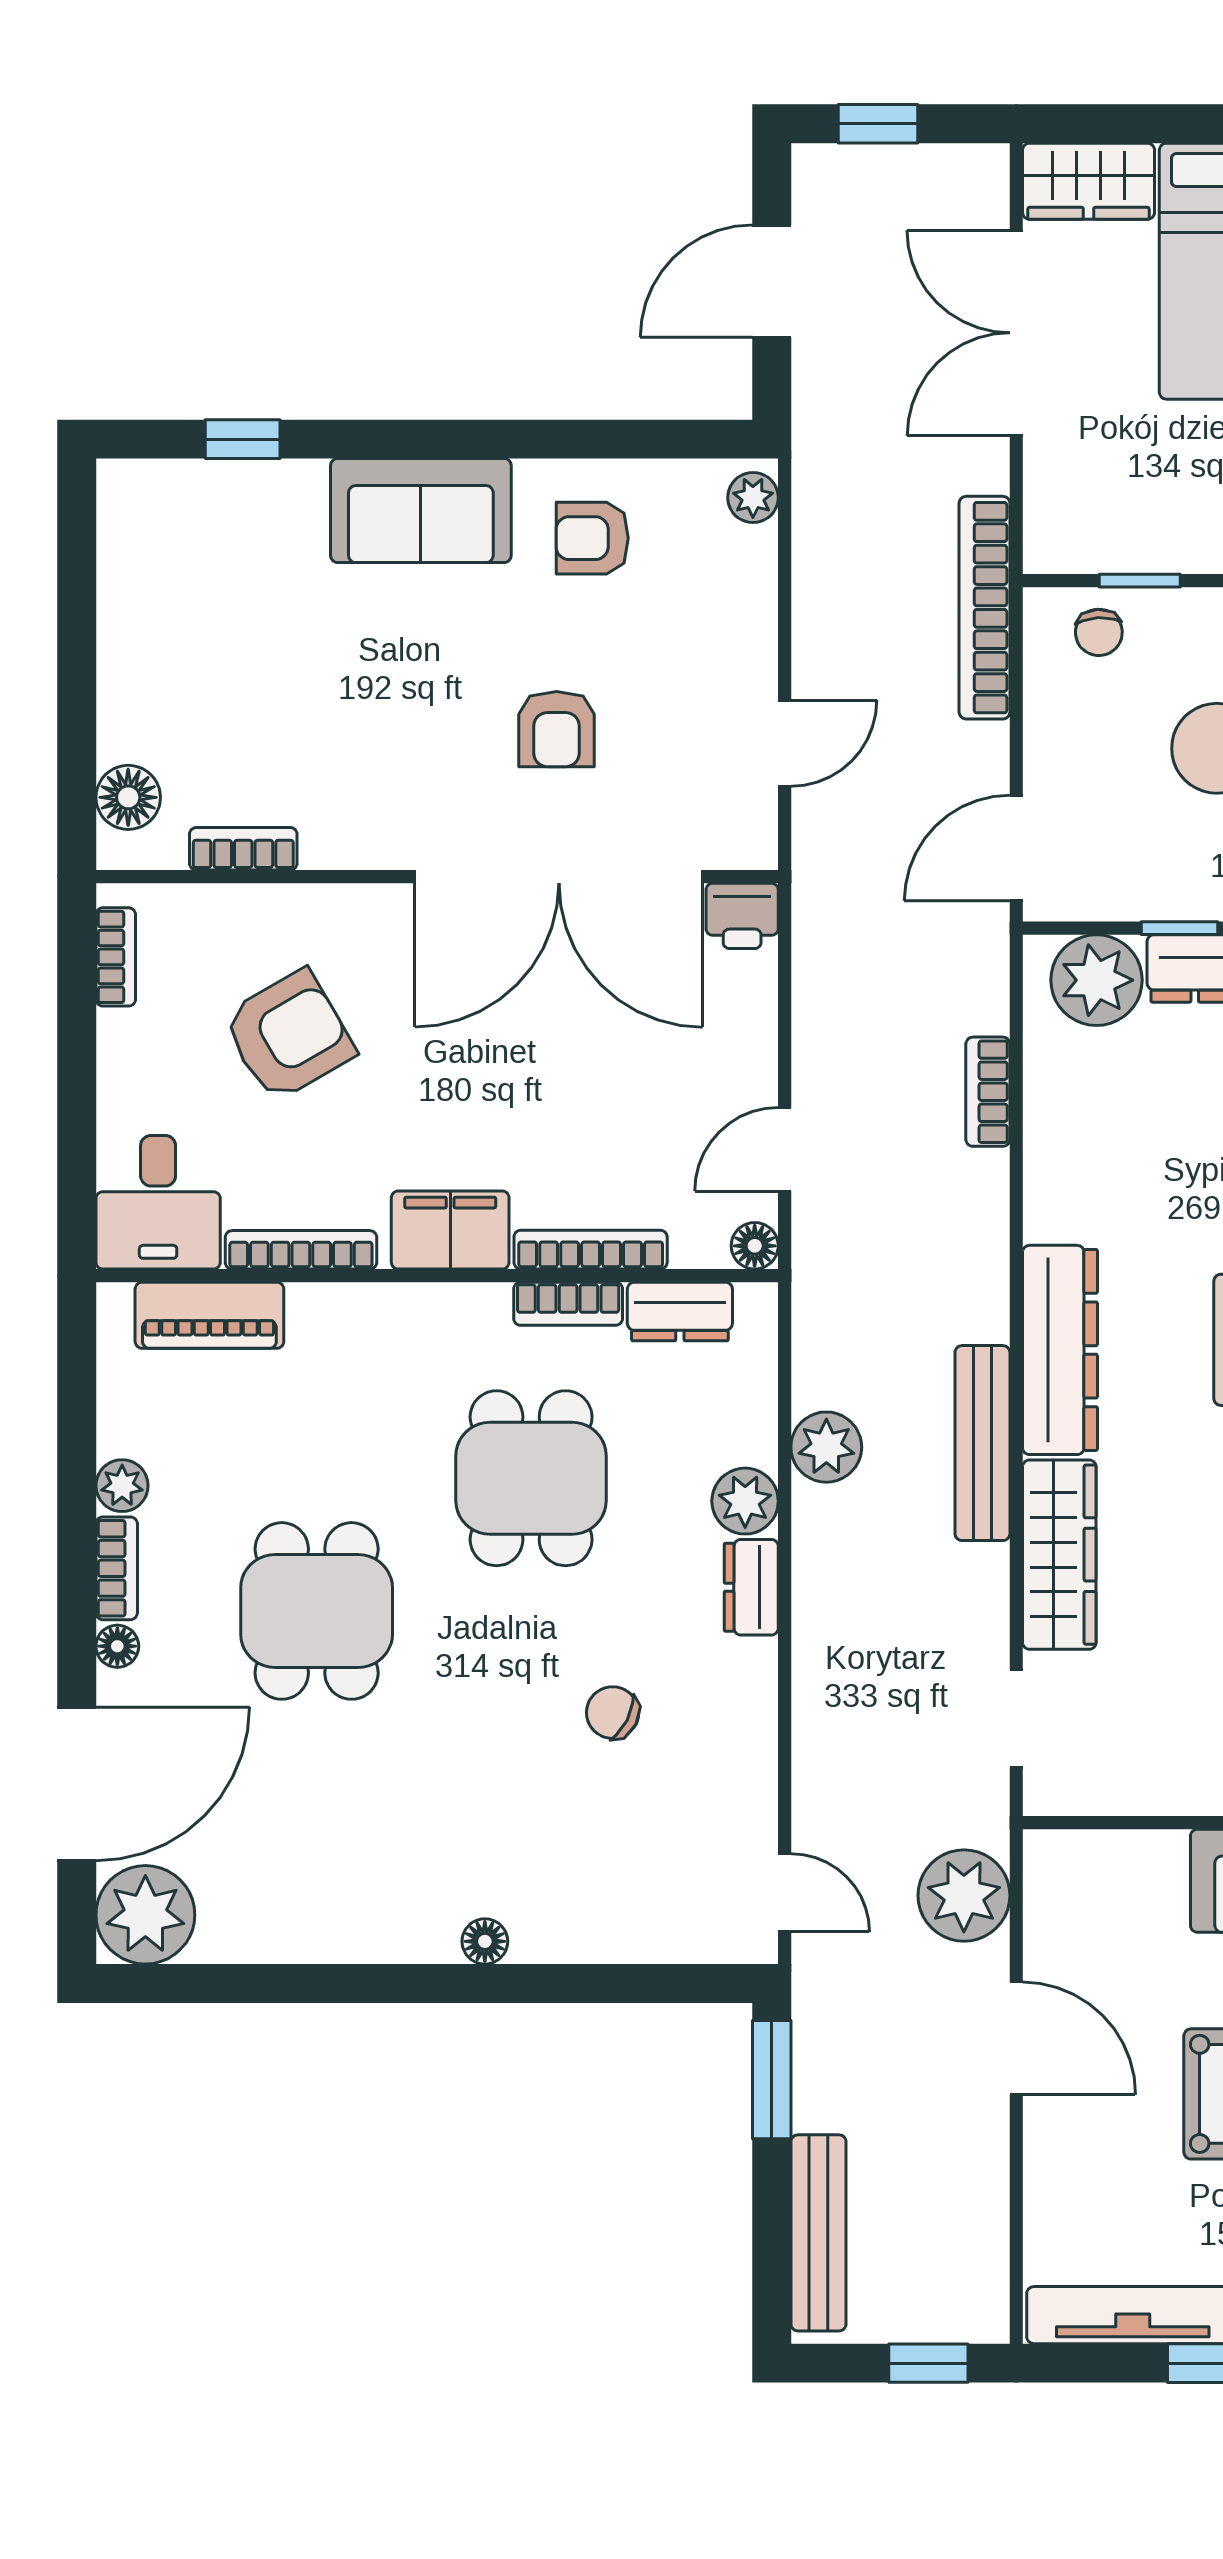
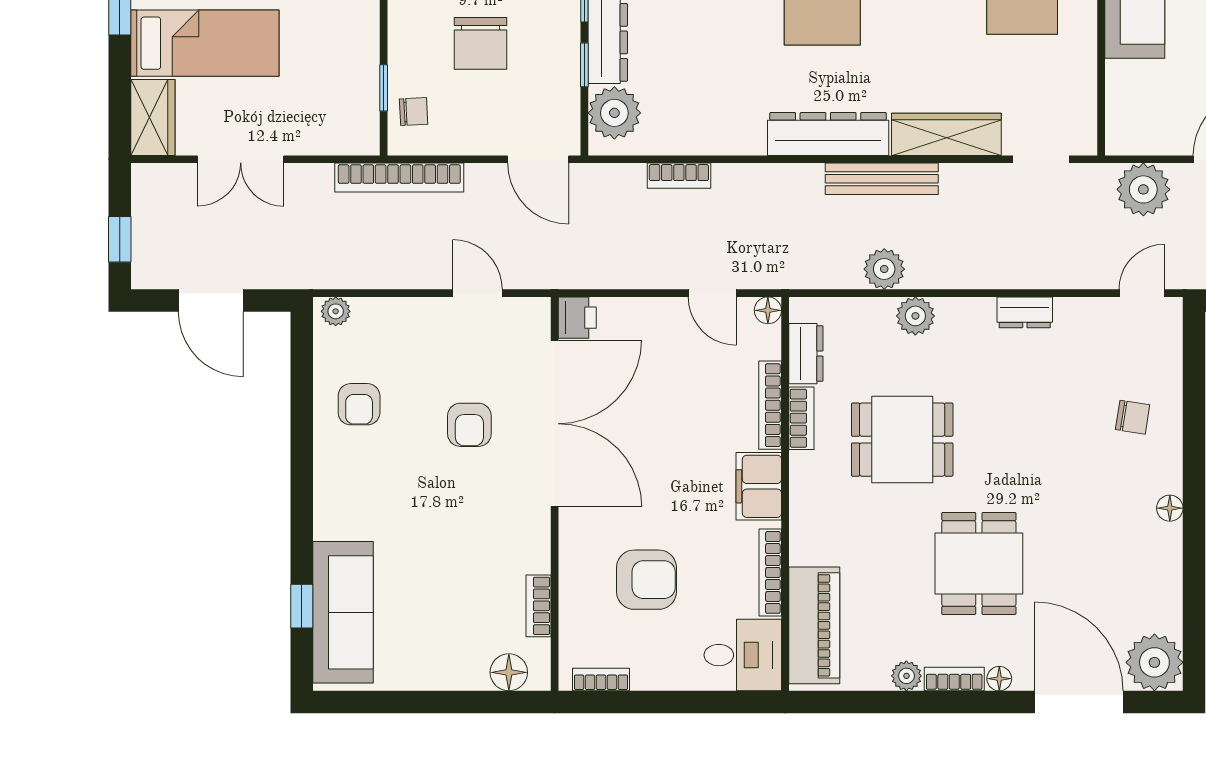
double door: (1016, 333) -> (241, 159), width x0.73
sofa: (421, 511) -> (343, 612), moved, width x1.36
armchair: (557, 729) -> (469, 425), turned 90
armchair: (289, 1036) -> (646, 580), turned 120
piano: (209, 1315) -> (814, 625), width x1.37, depth x1.33
dresser: (751, 1587) -> (1025, 312), moved
dining table: (317, 1611) -> (979, 563), turned 90
chair: (613, 1713) -> (1133, 417), moved, turned -108
floor lamp: (485, 1941) -> (1170, 508), moved

